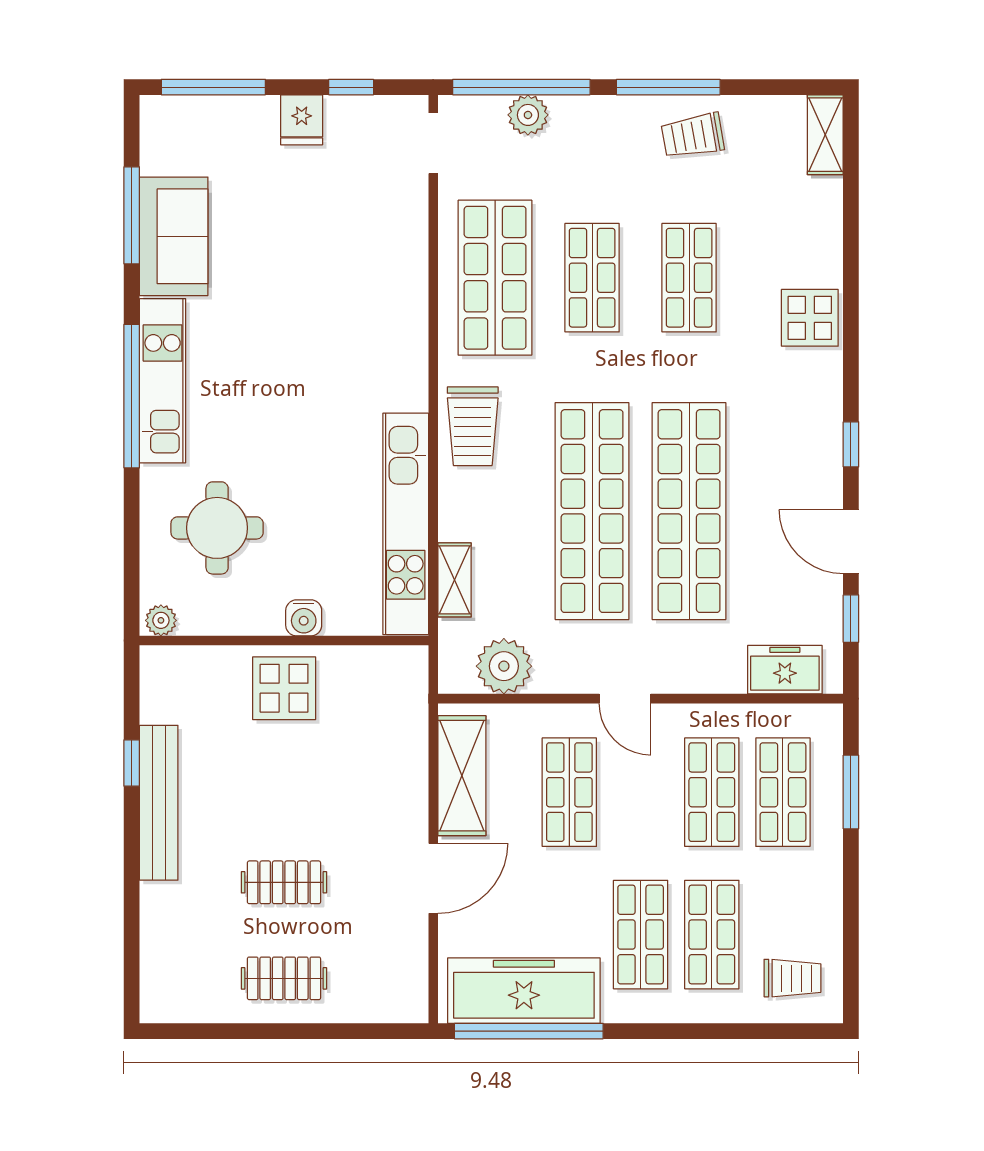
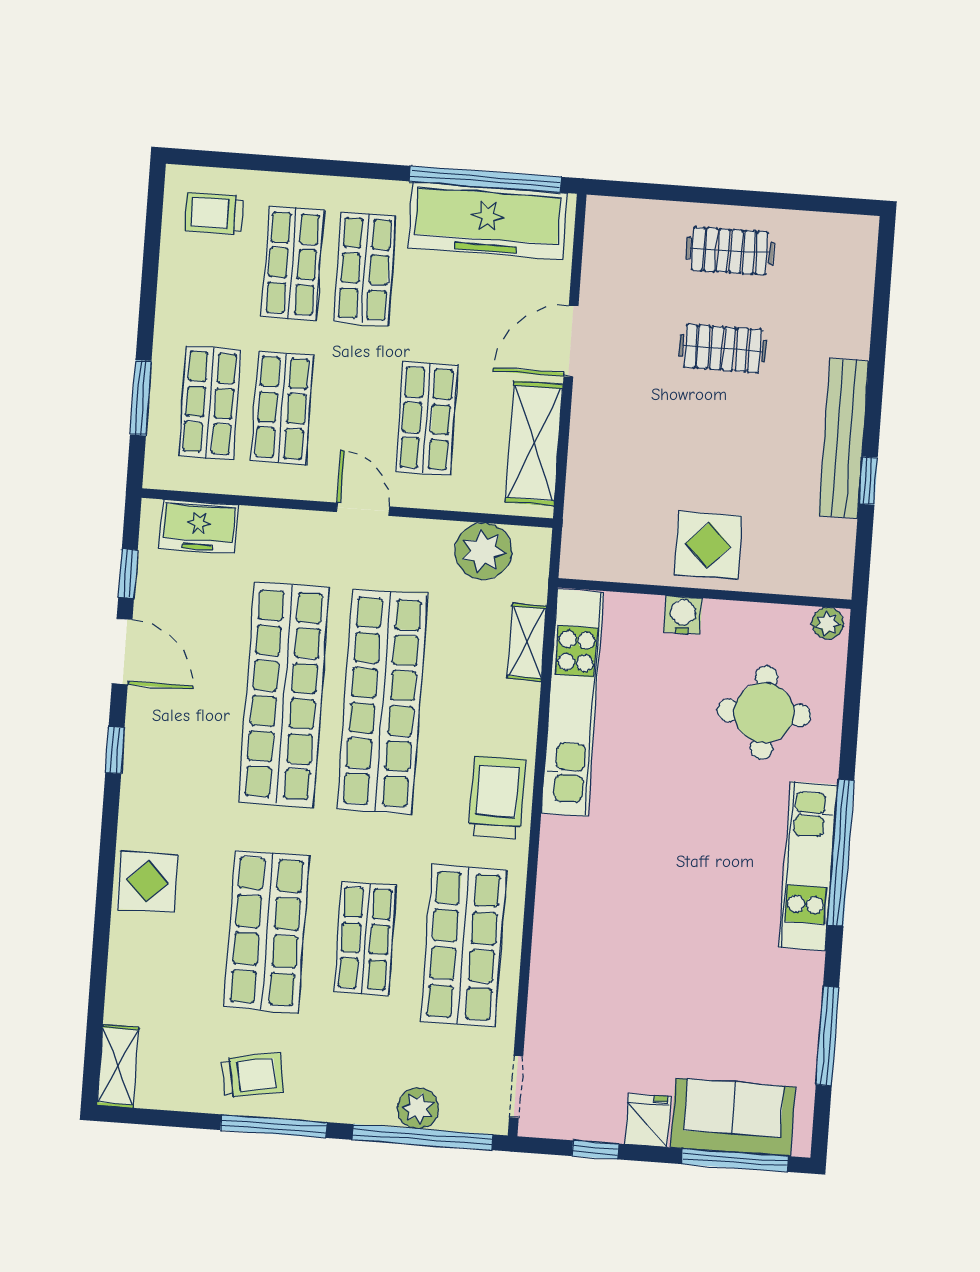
sofa: (174, 236) -> (733, 1117), moved, turned 90
shop shelf: (689, 278) -> (267, 931), width x1.43, depth x1.36

